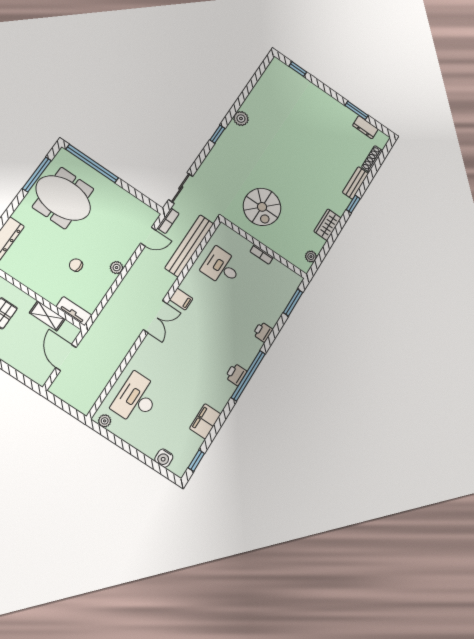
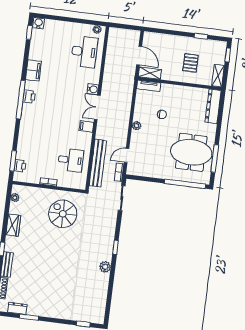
shelving: (47, 316) -> (150, 73), moved
printer: (263, 332) -> (20, 166), moved
water cooler: (150, 343) -> (93, 89), added
filing cabinet: (205, 421) -> (33, 70), moved
water cooler: (164, 458) -> (39, 23), moved

